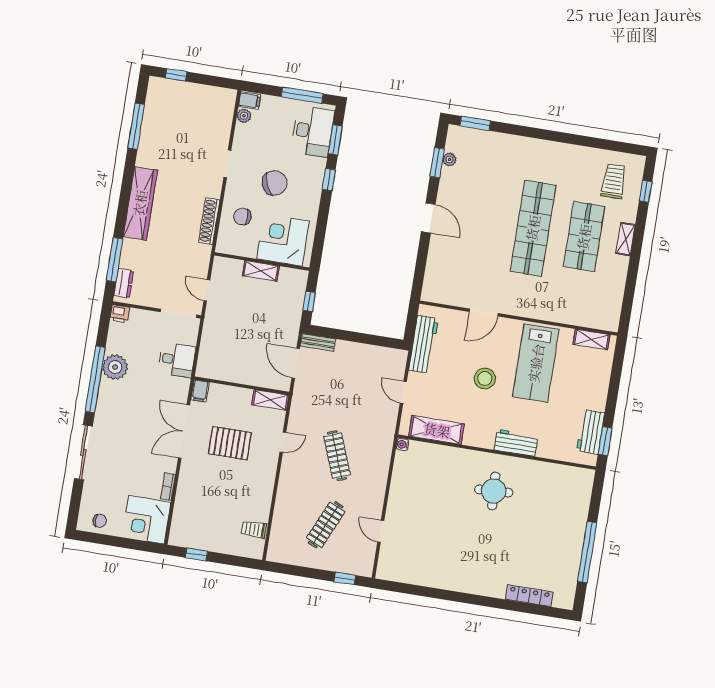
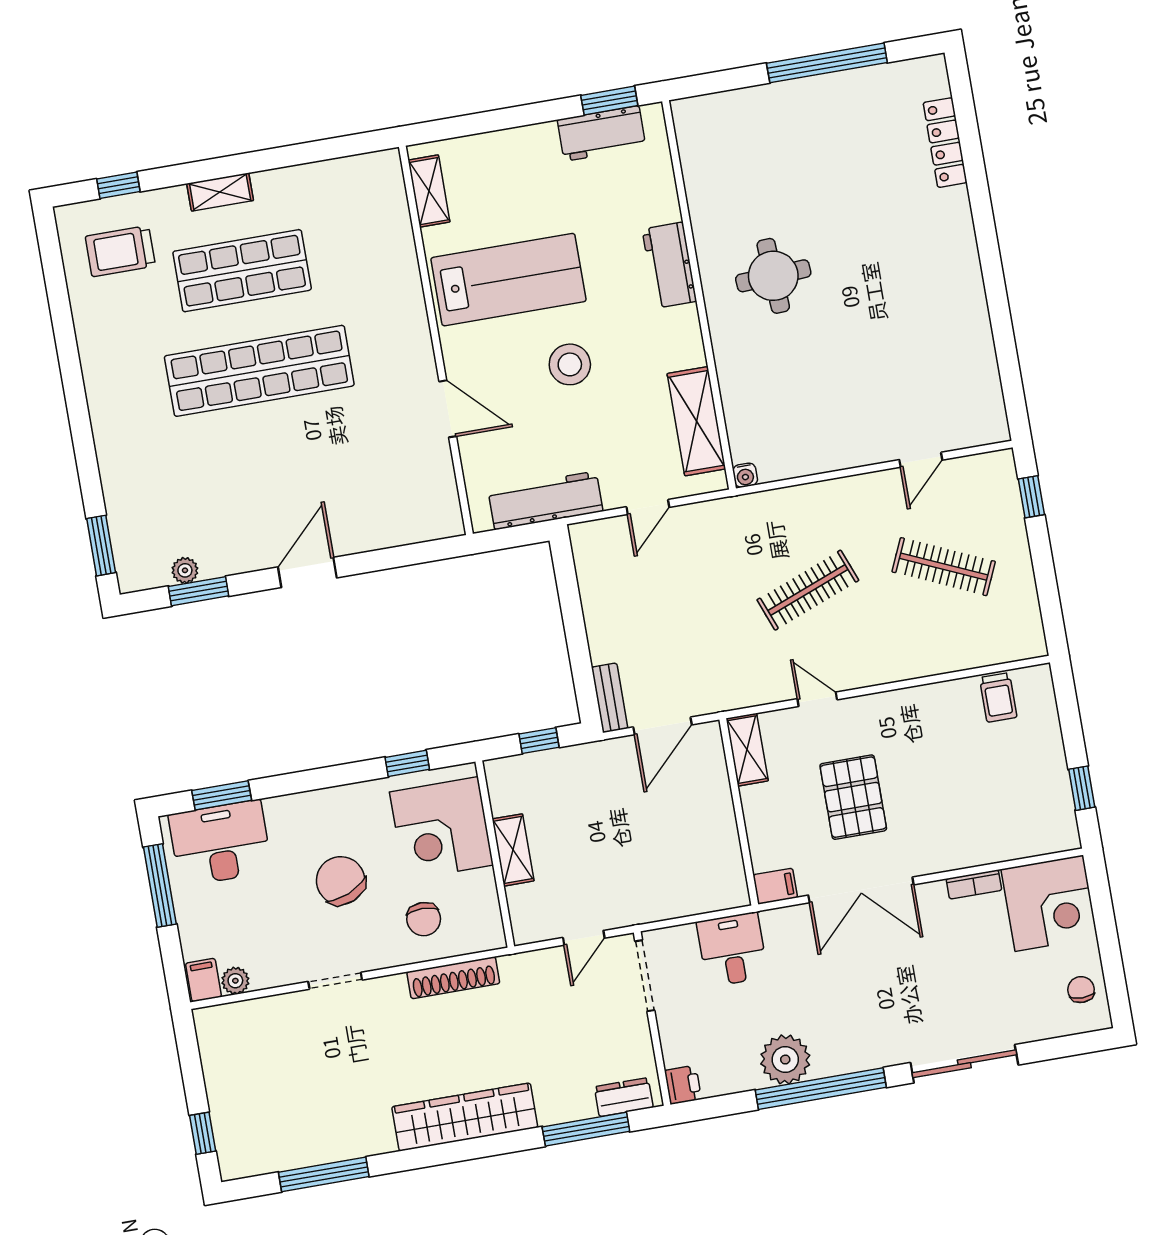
window: (329, 180) -> (407, 763), moved

